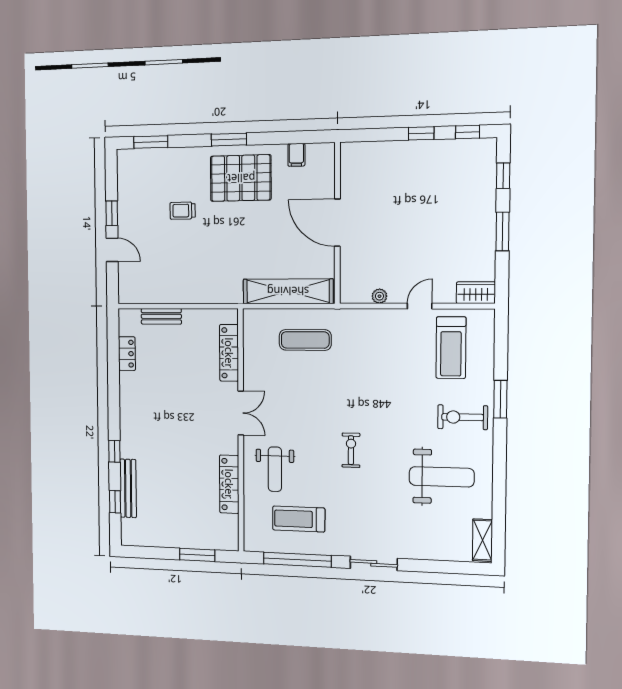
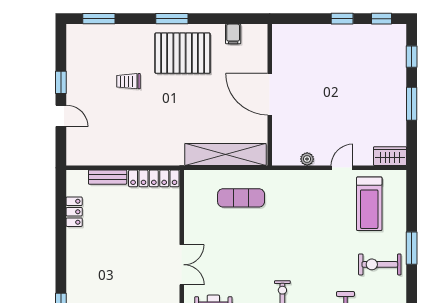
locker: (229, 353) -> (154, 178), moved, turned -90

